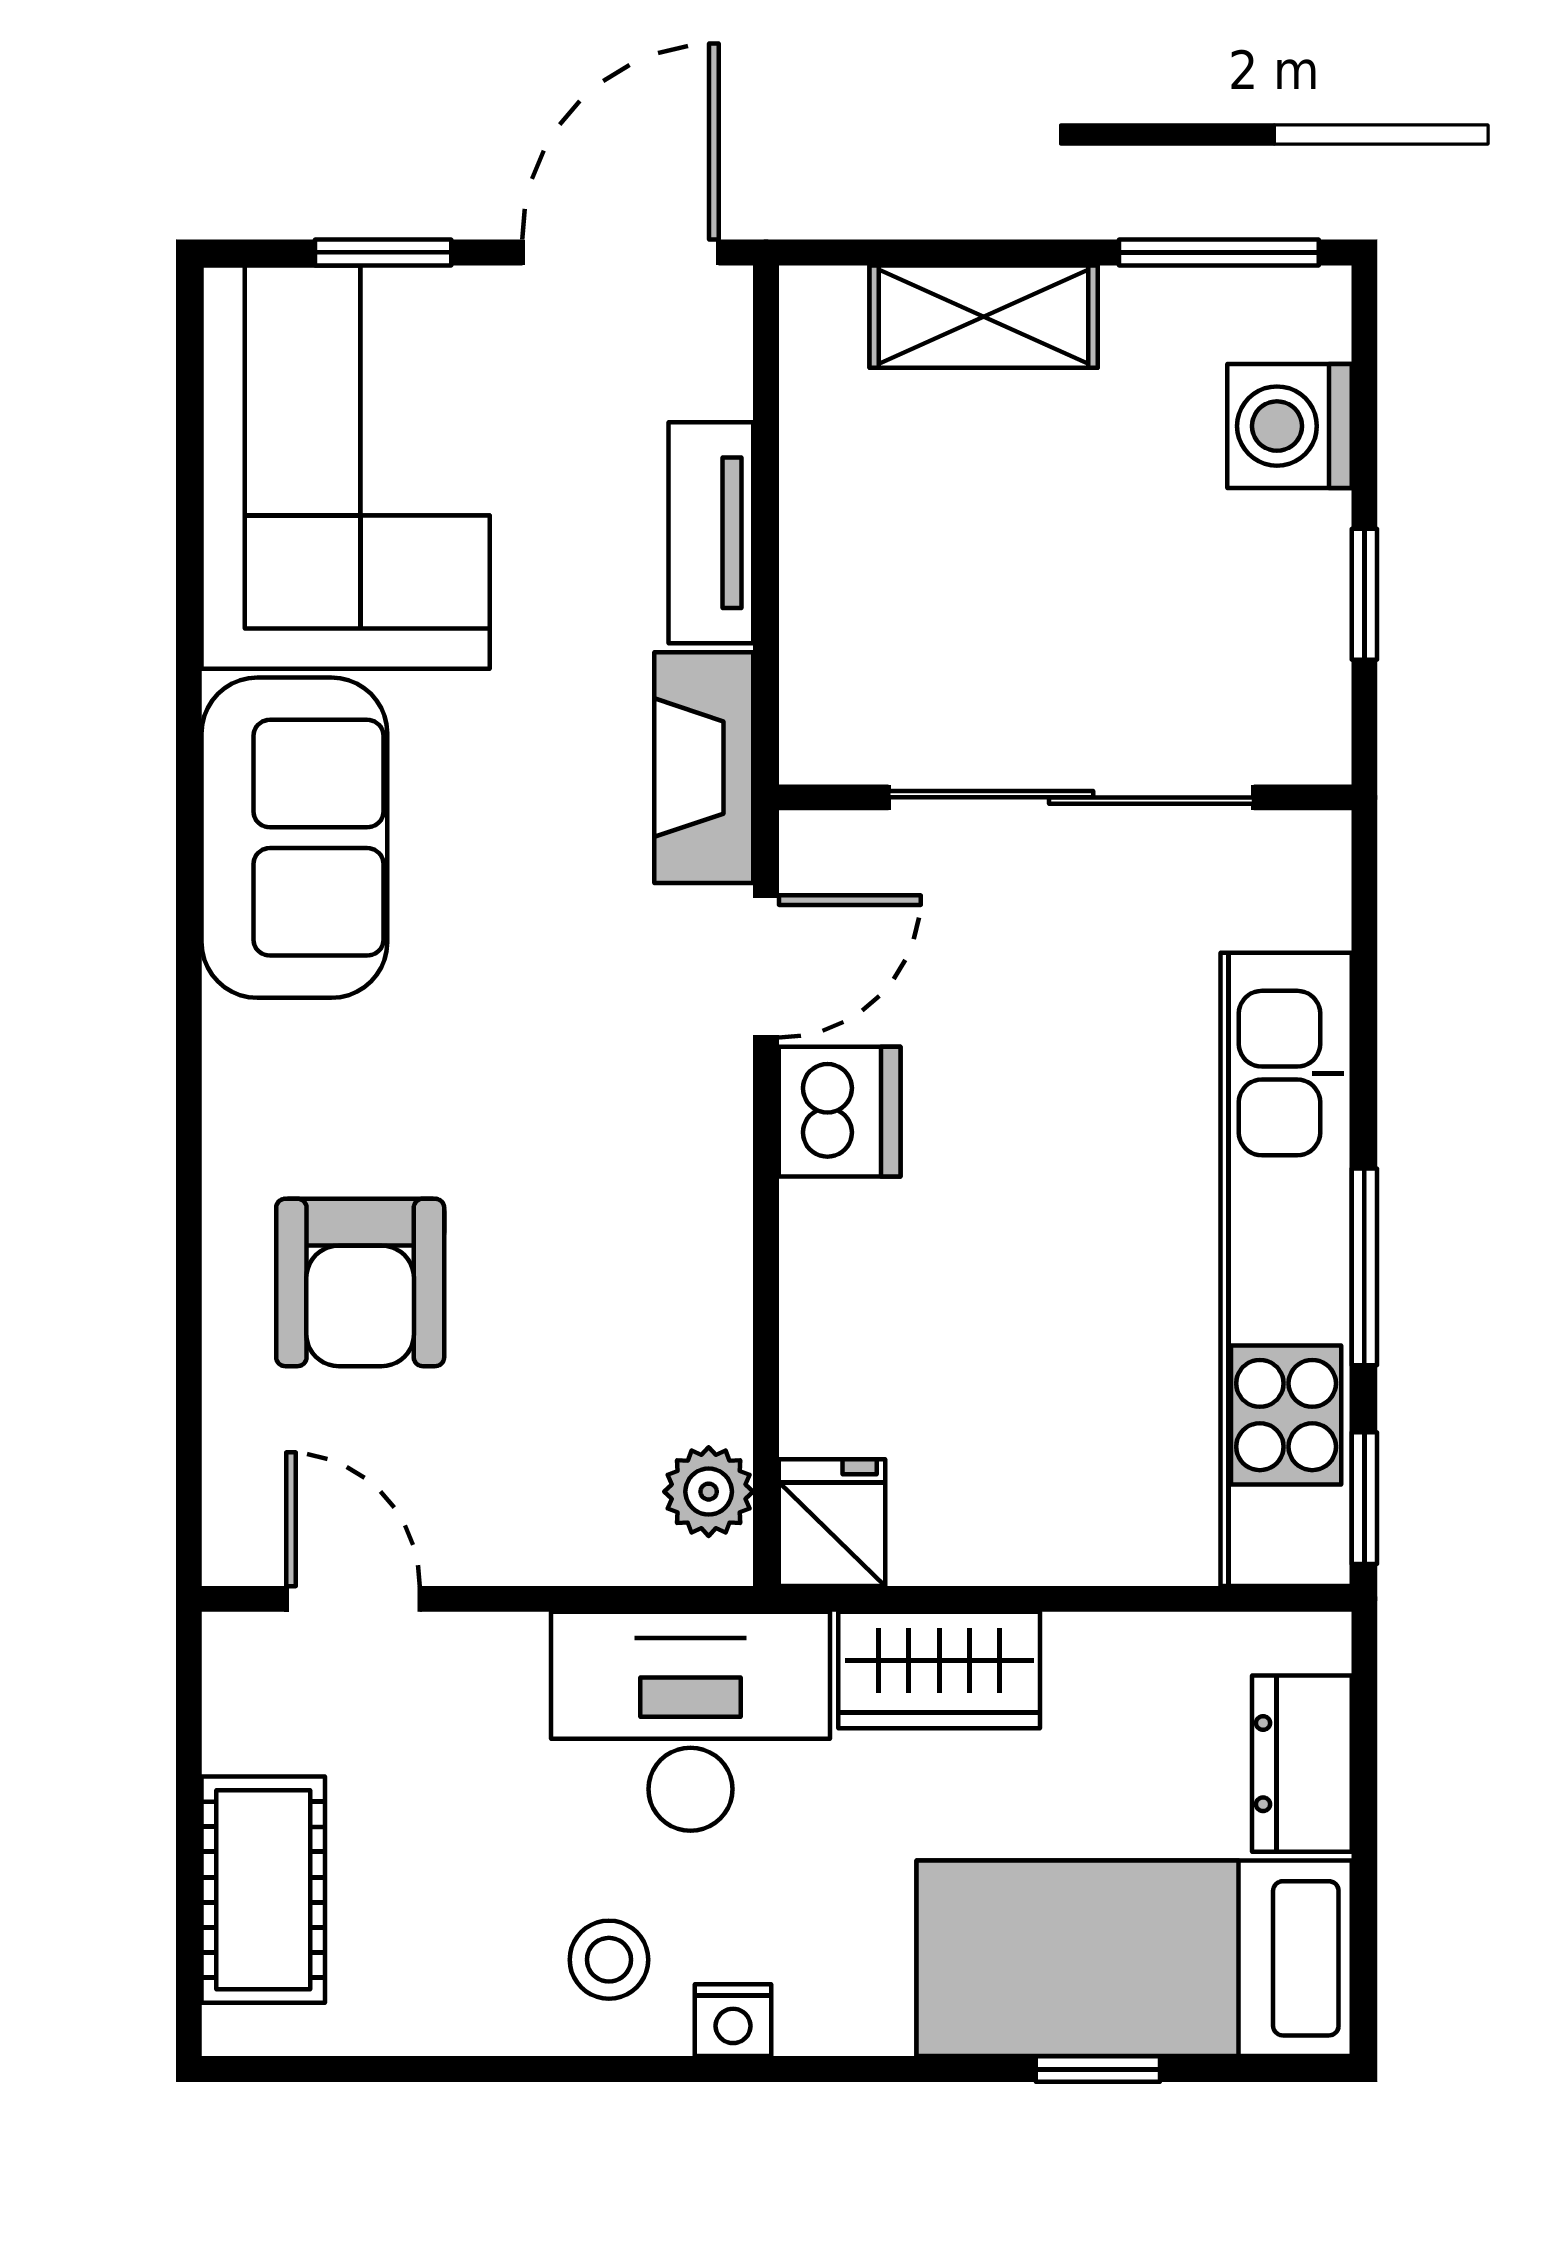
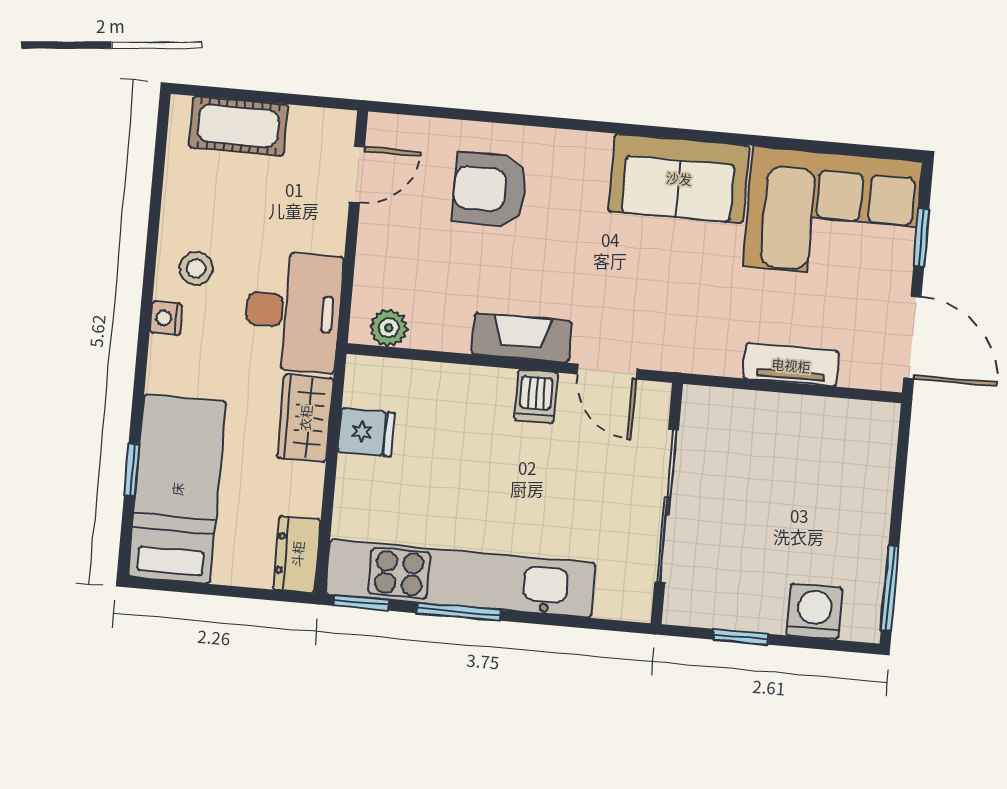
shelving: (984, 317) -> (872, 487), removed
fireplace: (704, 768) -> (522, 338), moved
dishwasher: (840, 1112) -> (536, 396), width x0.73
fridge: (832, 1523) -> (366, 432), moved
dresser: (1302, 1764) -> (297, 554), moved, turned -90

